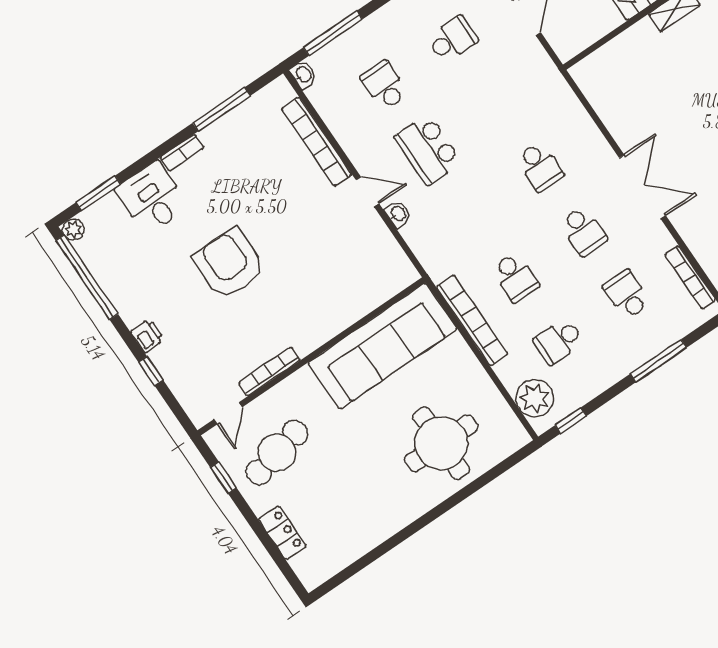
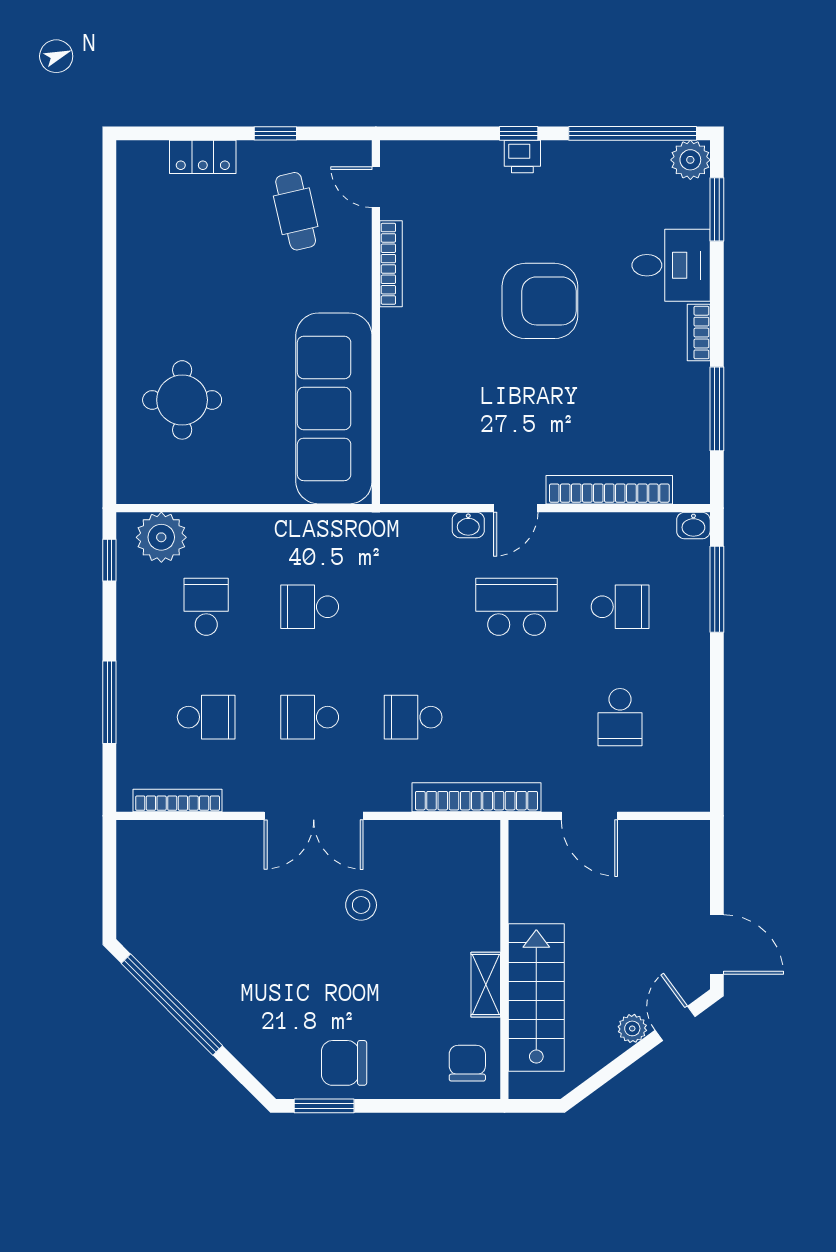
stool: (678, 120) -> (361, 905), added
plant: (73, 229) -> (690, 160), width x1.38, depth x1.38
bookcase: (472, 320) -> (476, 797), moved, turned 180
window: (151, 371) -> (519, 133), moved
round table: (441, 443) -> (182, 400), width x0.73, depth x0.73
cafe table: (277, 453) -> (296, 211), width x0.73, depth x0.74
window: (224, 478) -> (275, 133), moved

